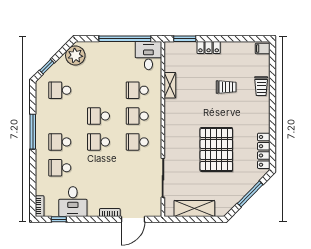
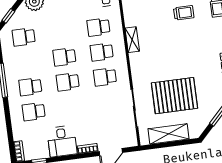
shelving: (170, 85) -> (132, 40), moved
pallet: (216, 150) -> (174, 96), moved, turned 90
desk: (73, 202) -> (62, 141), moved

